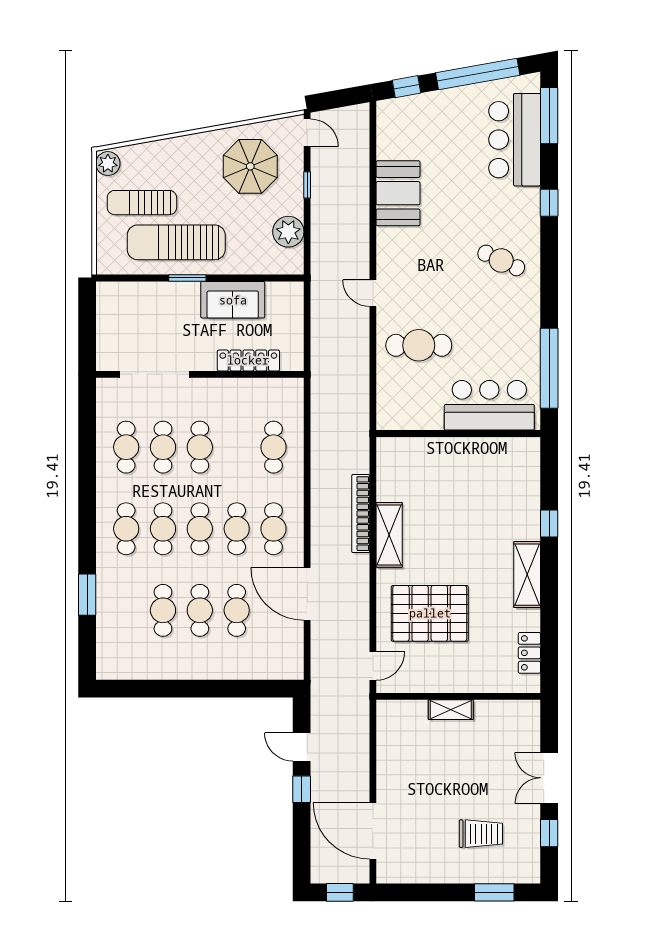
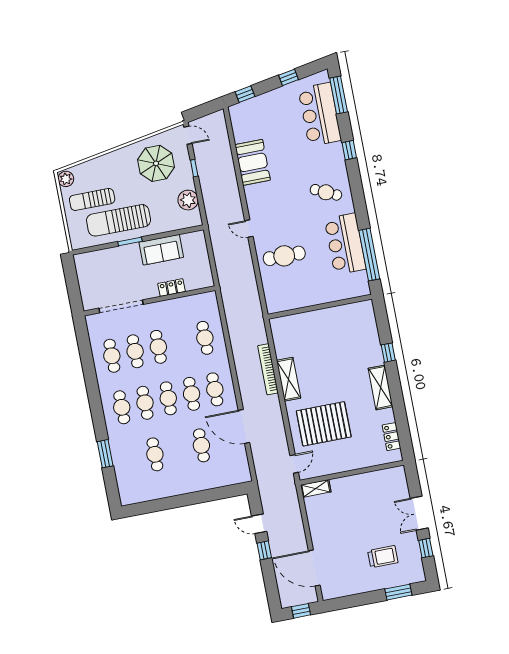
window: (478, 74) -> (288, 77), width x0.32
locker: (248, 360) -> (172, 288), width x0.66
bar counter: (489, 405) -> (345, 244), moved, turned -90
cafe table: (200, 610) -> (178, 450), removed
shelving: (451, 710) -> (316, 488), moved

